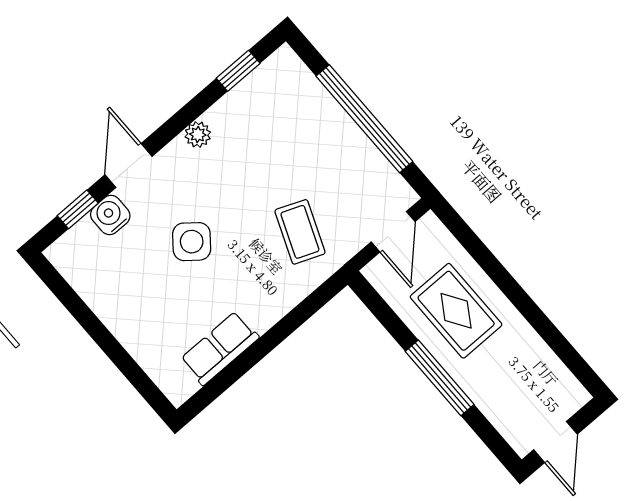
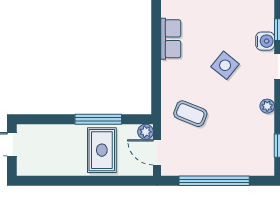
plant: (379, 272) -> (146, 132), added
rug: (456, 311) -> (102, 150), turned 90
window: (440, 378) -> (98, 119), moved

